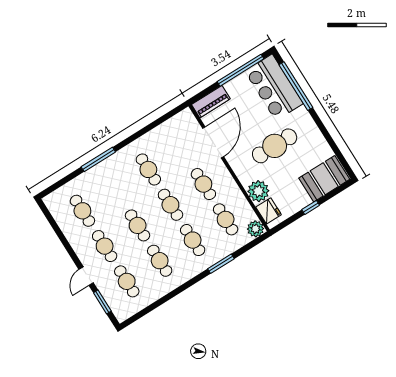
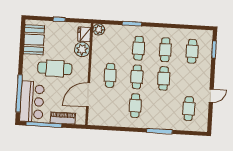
piano: (211, 102) -> (63, 118), moved
booth: (324, 179) -> (34, 40), moved, turned 90
cafe table: (226, 219) -> (112, 47), removed
cafe table: (105, 246) -> (190, 80), removed
door: (86, 276) -> (211, 96), moved

